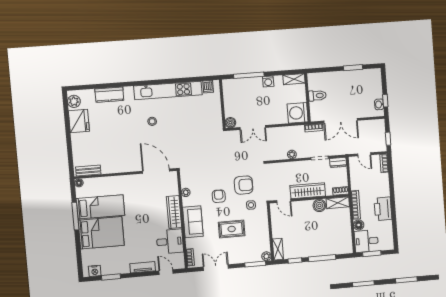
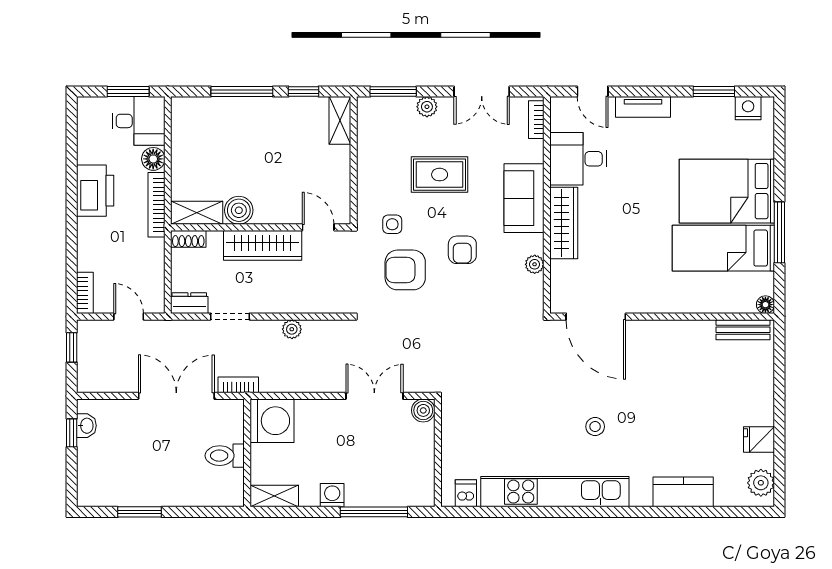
fridge: (79, 121) -> (759, 439), width x0.53, depth x0.75
plant: (266, 256) -> (427, 107), moved

